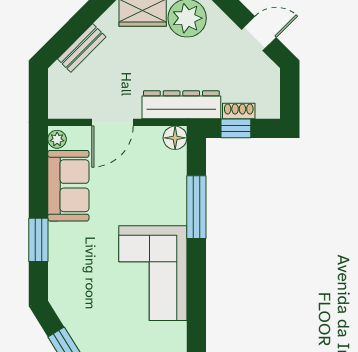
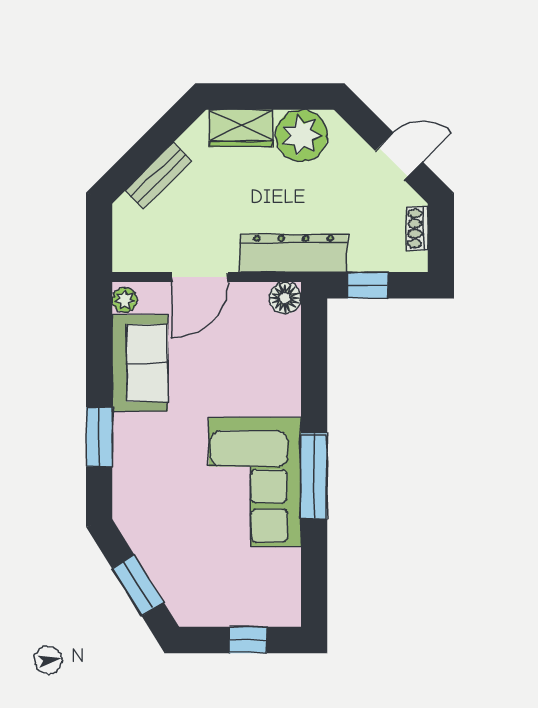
shoe rack: (239, 111) -> (417, 229), moved, turned -90
window: (196, 207) -> (314, 476), moved

